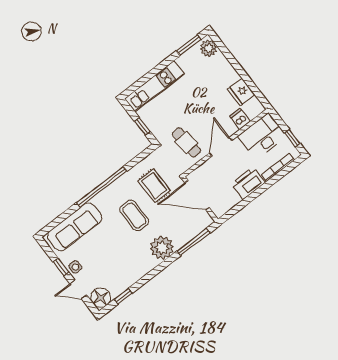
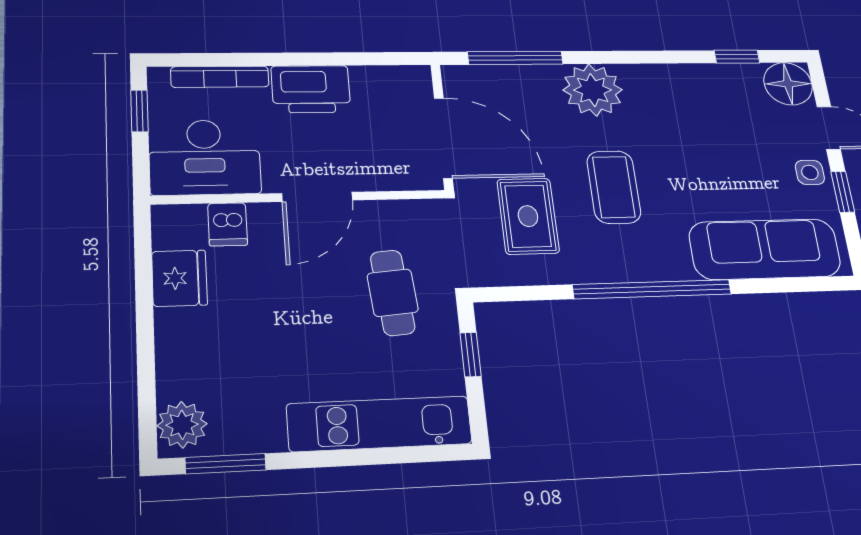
cafe table: (186, 142) -> (393, 293), moved

